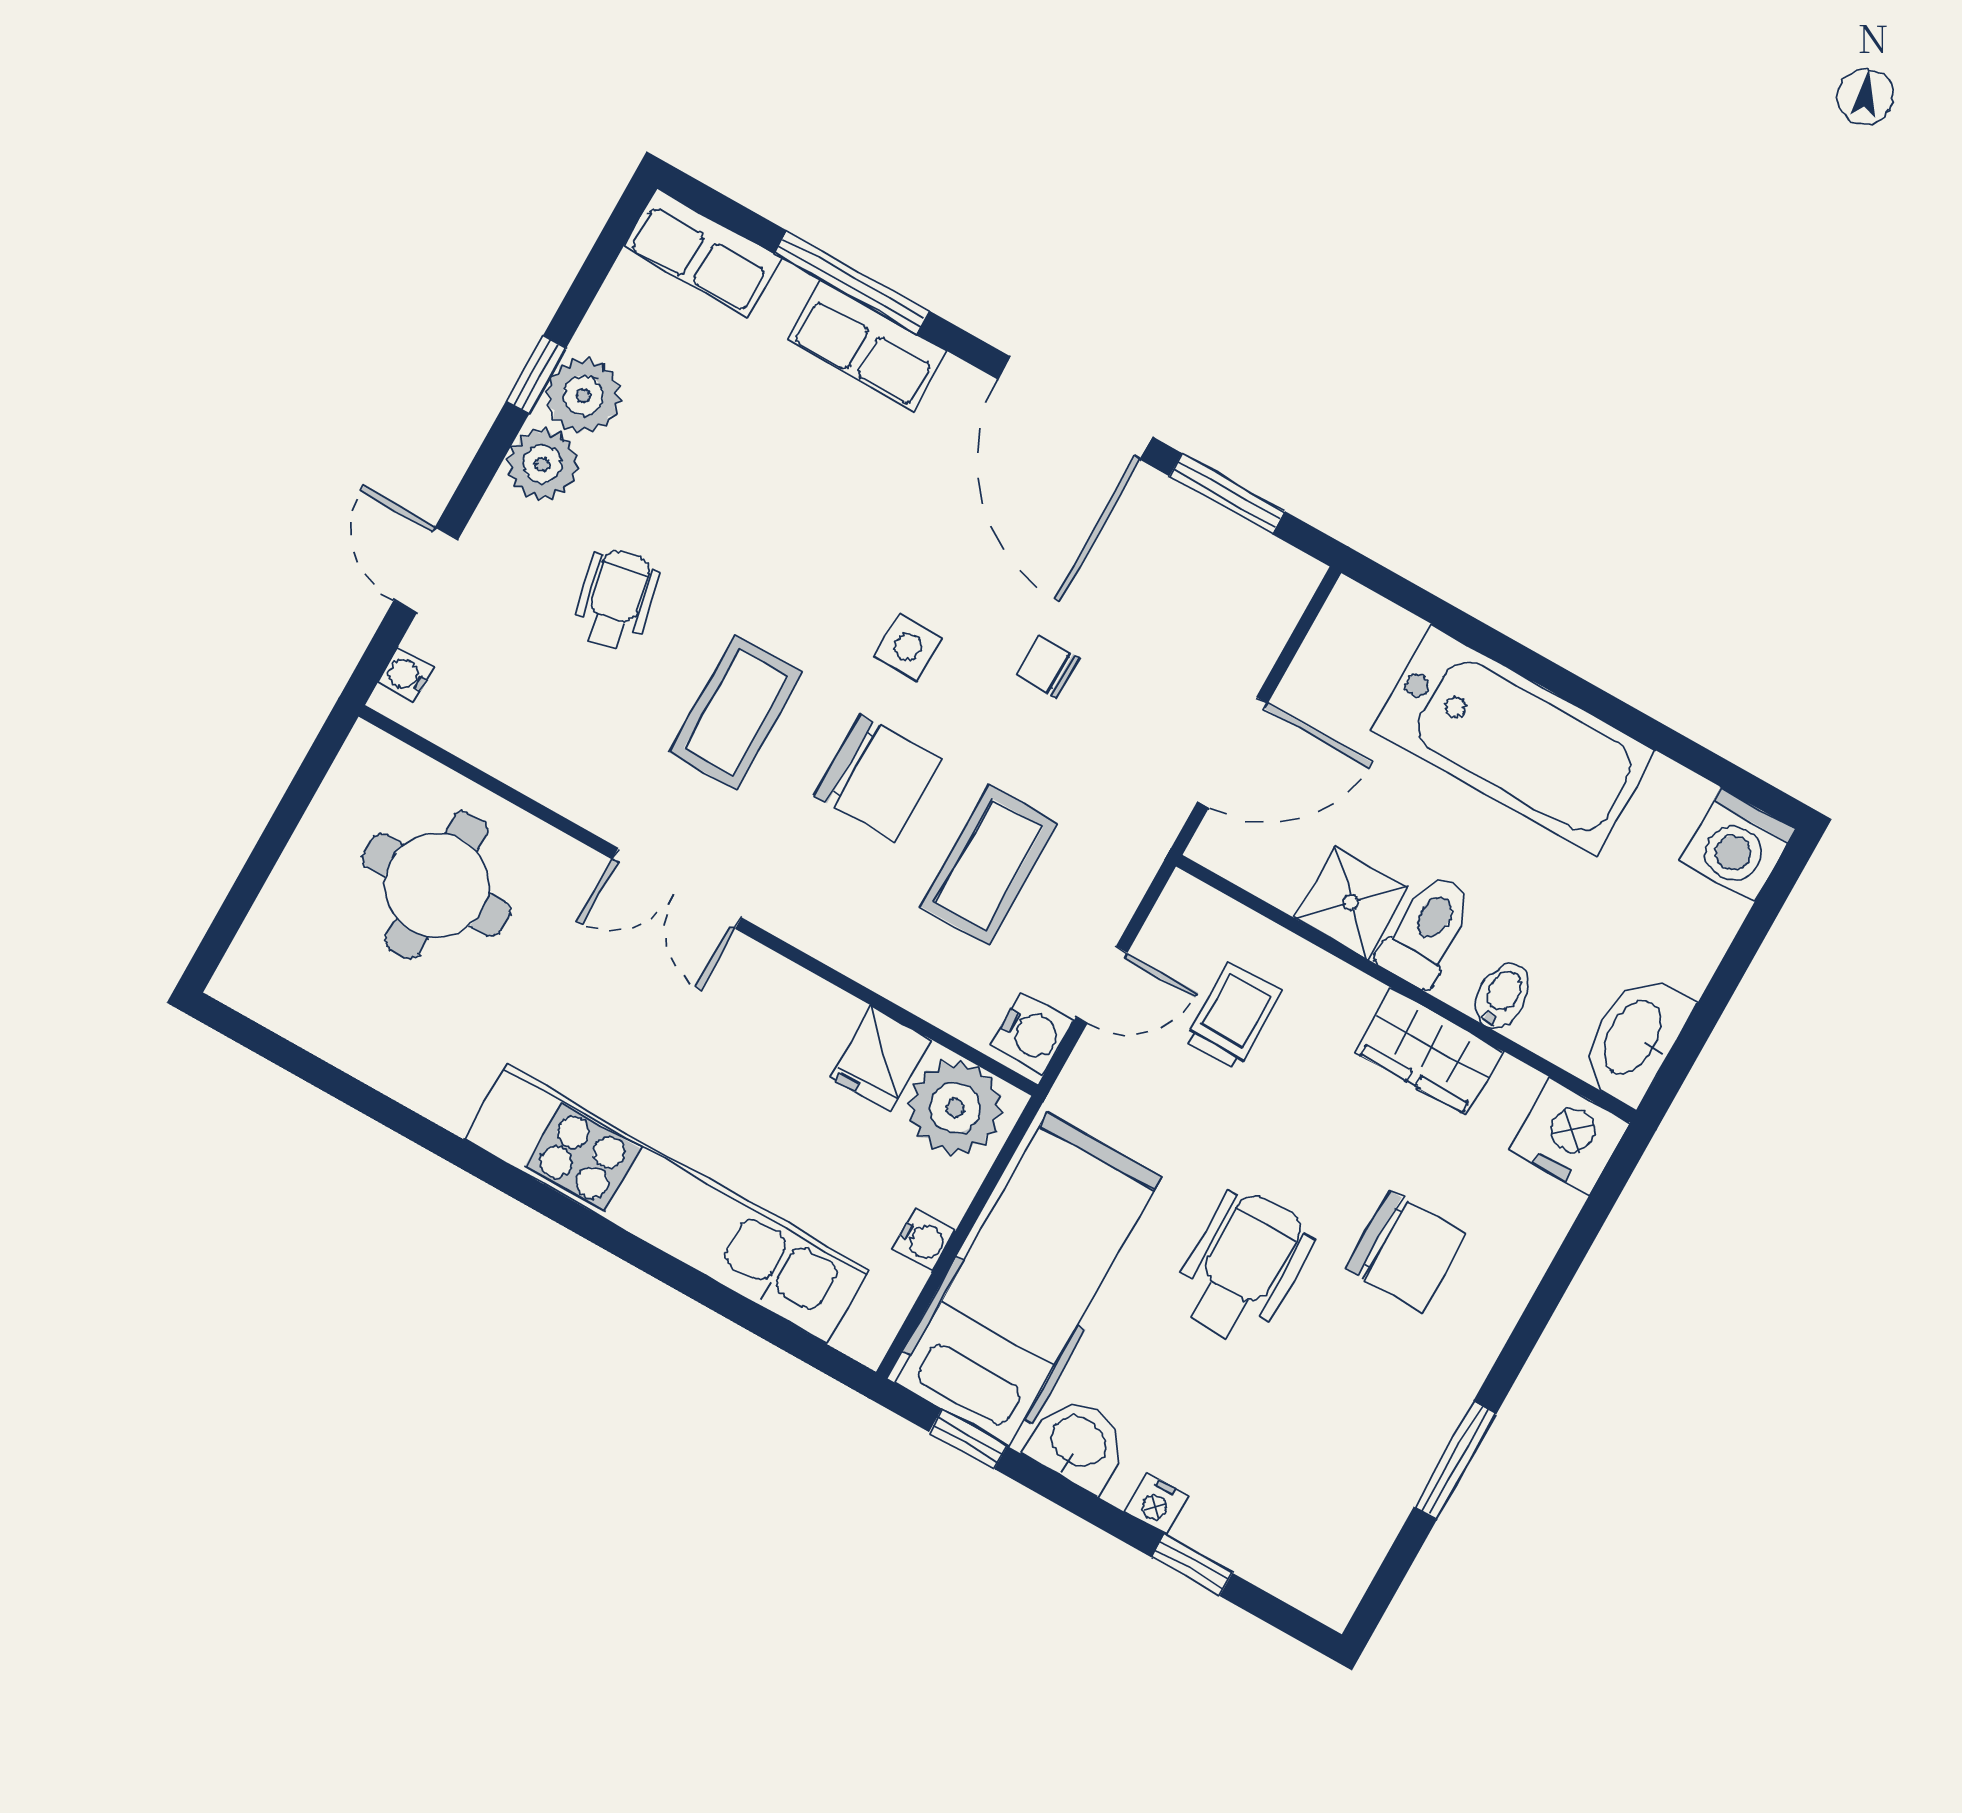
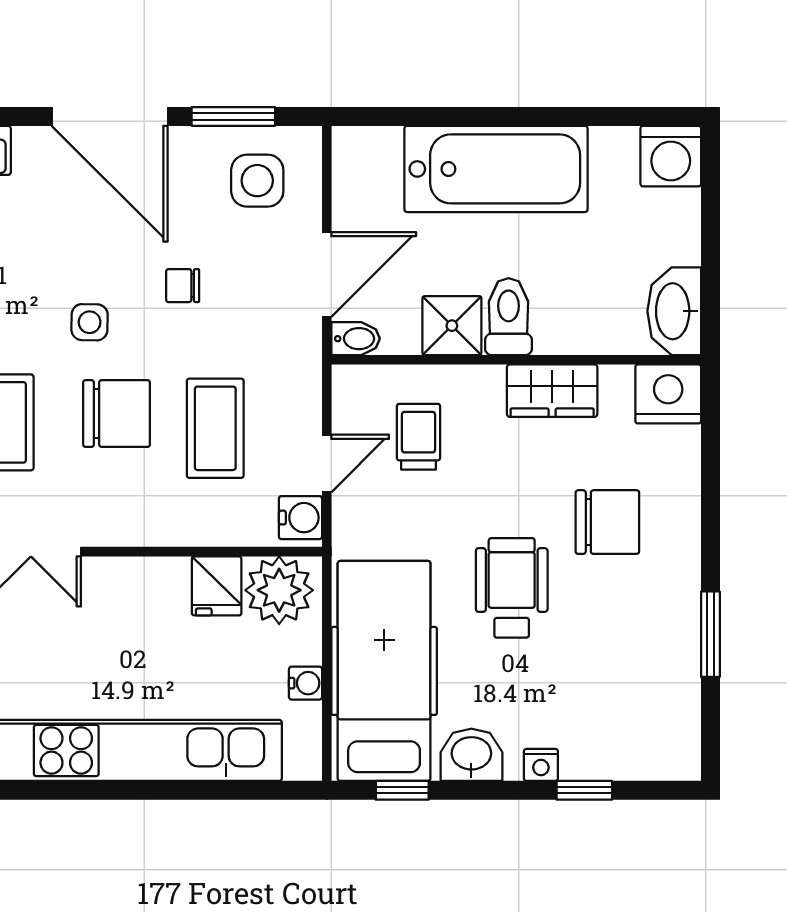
side table: (1212, 589) -> (257, 181), added
bidet: (1502, 996) -> (356, 339), moved, turned 90

